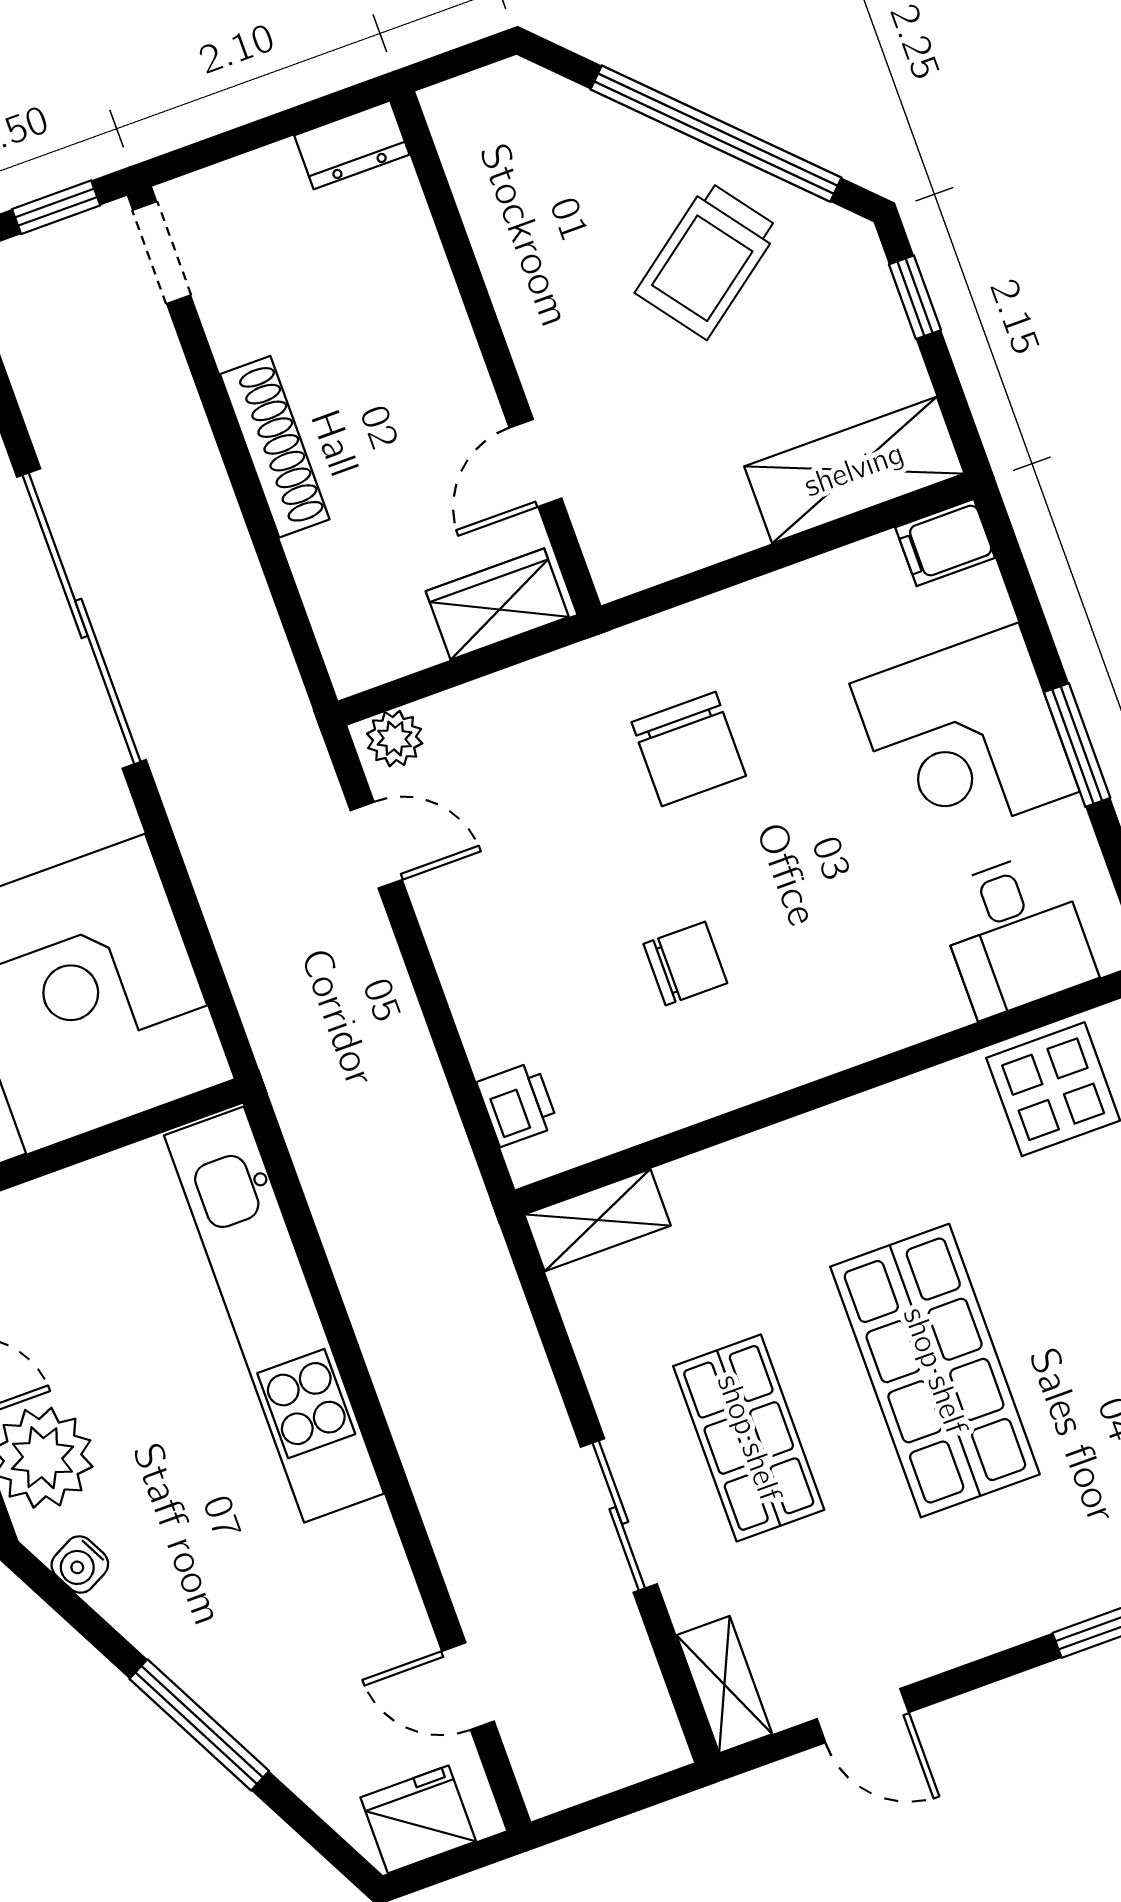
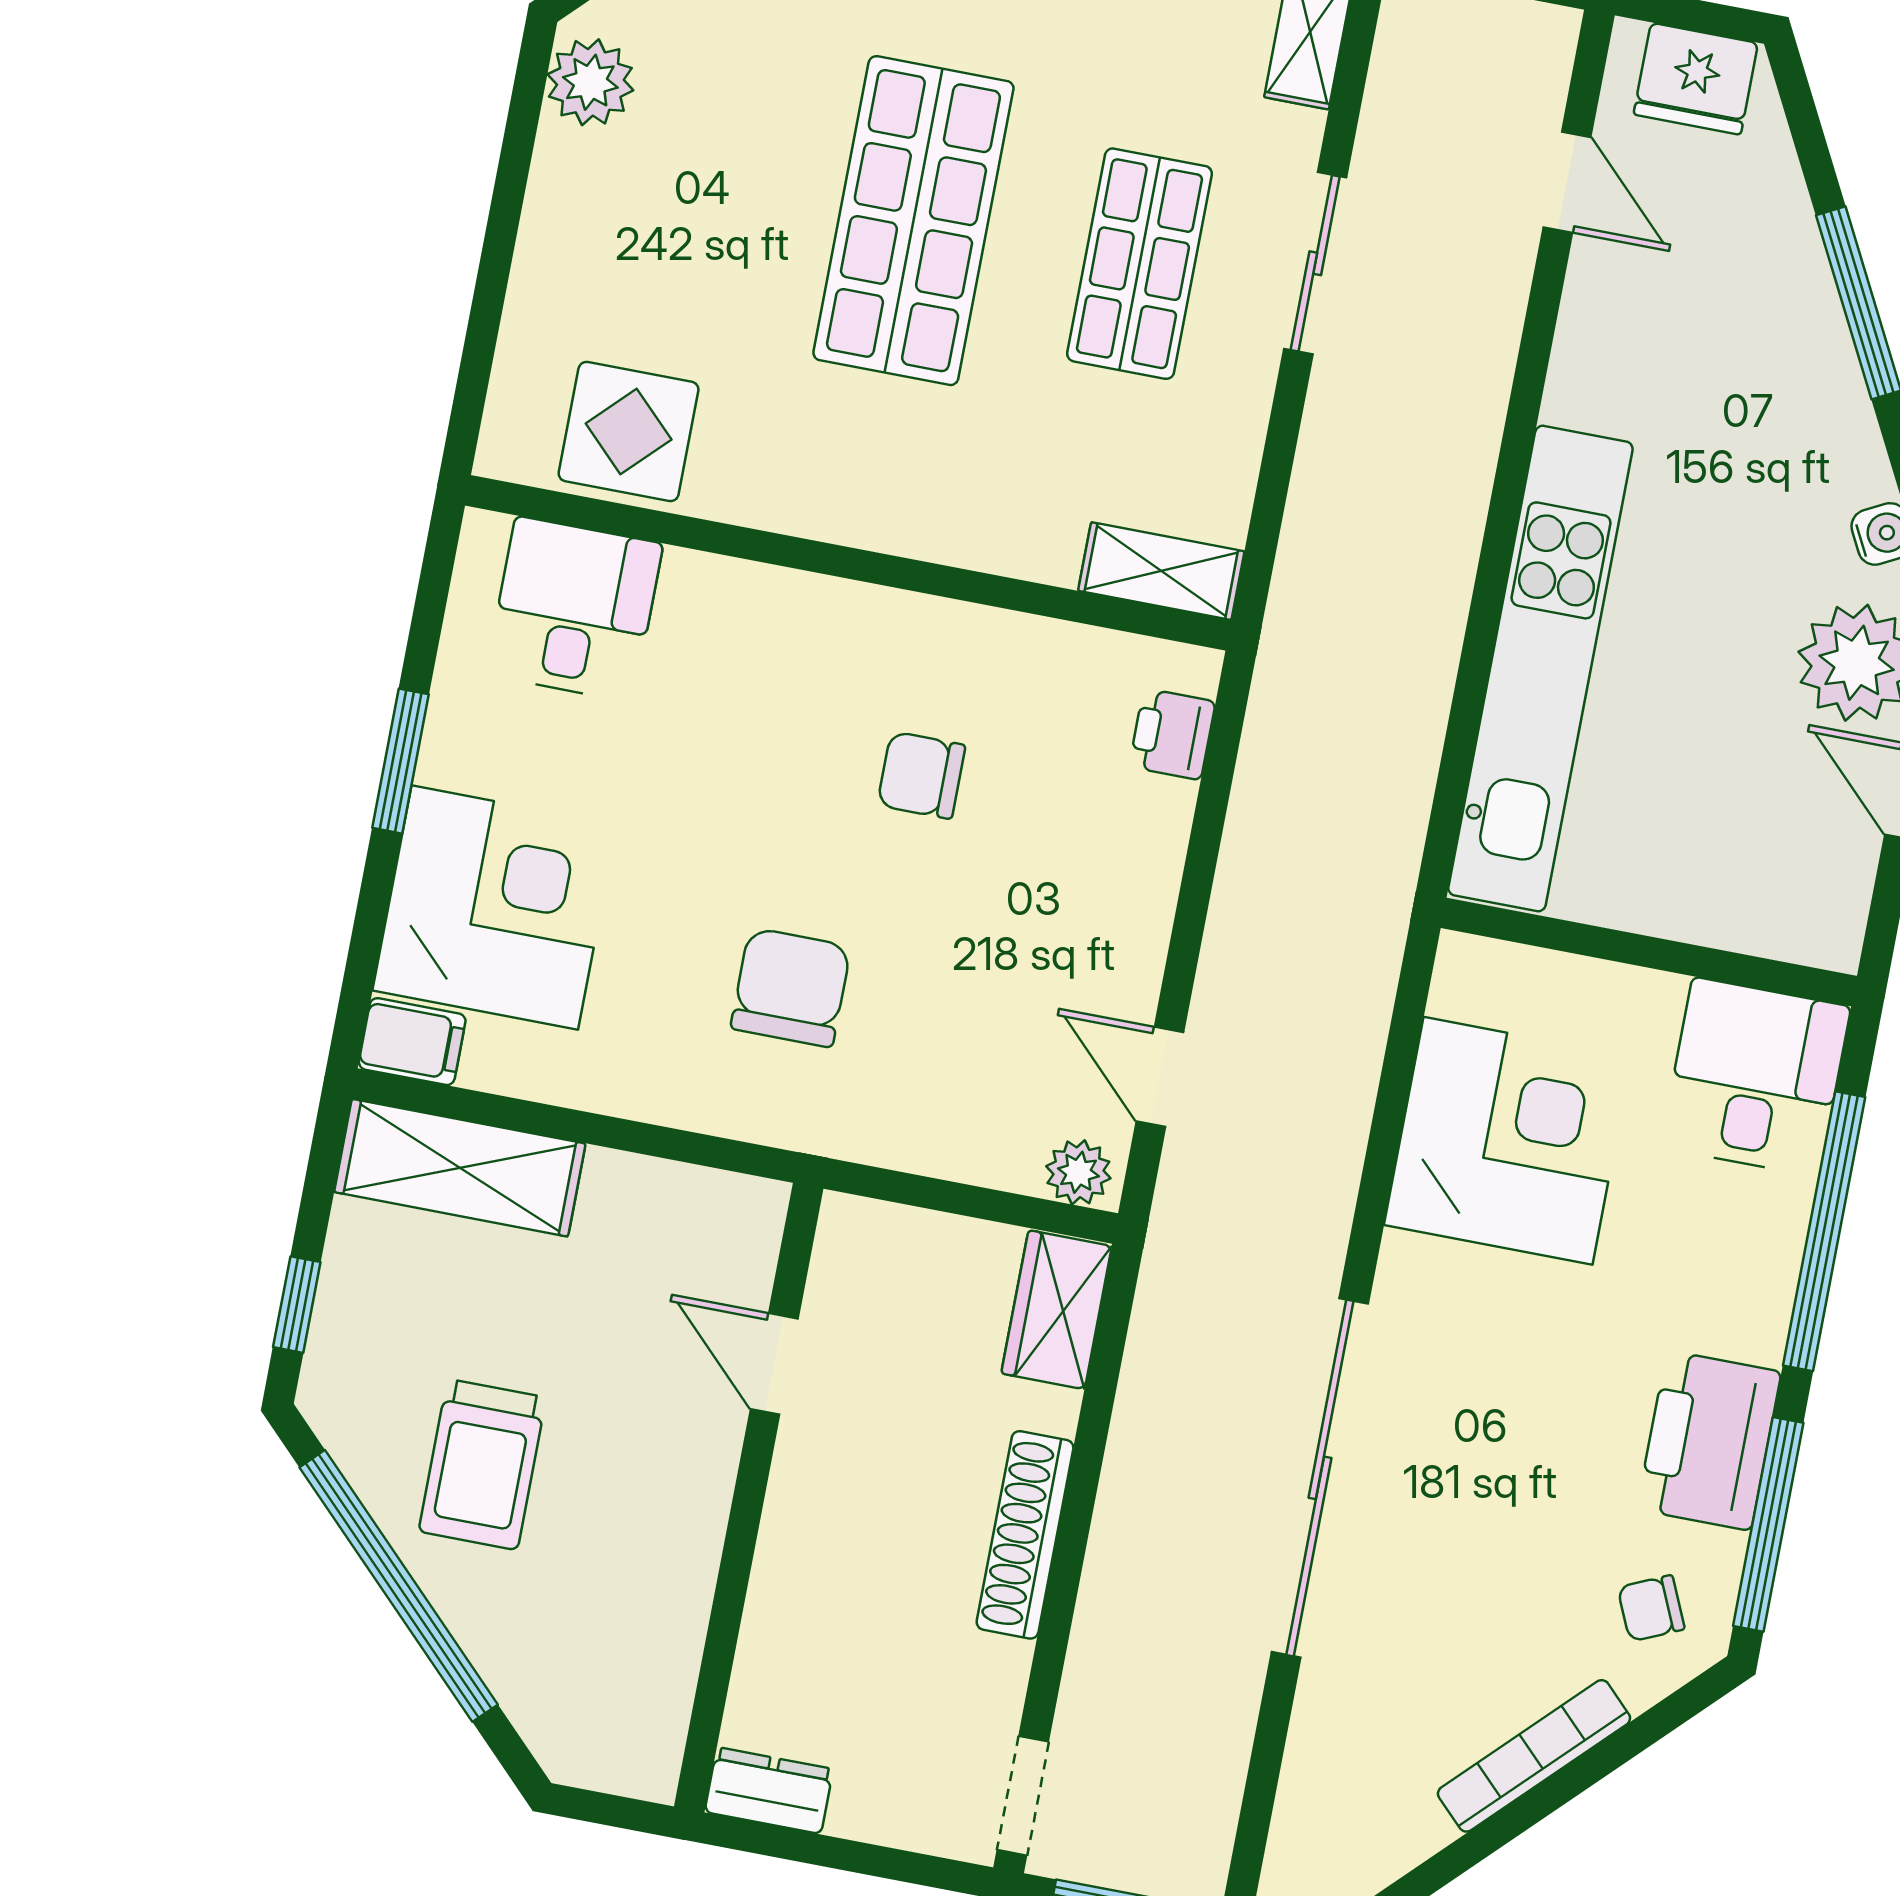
trolley: (707, 260) -> (482, 1464), turned 127
door: (536, 463) -> (774, 1364), swing flipped
wardrobe: (497, 604) -> (1057, 1310), moved, turned 90
corner desk: (965, 738) -> (495, 907), moved

